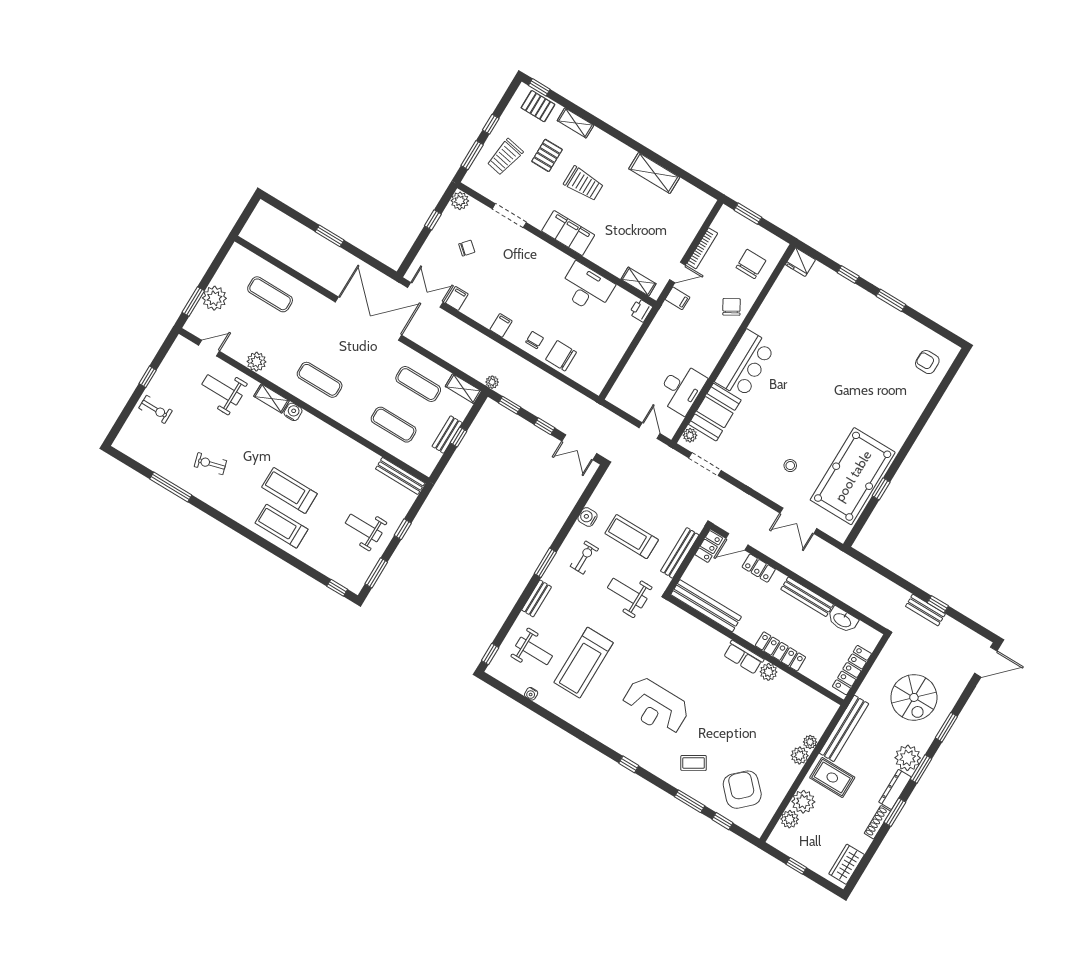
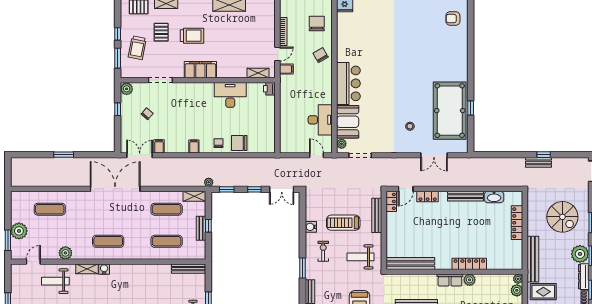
bench: (706, 606) -> (410, 263), moved
wall: (755, 650) -> (454, 272), moved
locker: (780, 651) -> (469, 264), moved
row of seats: (744, 657) -> (450, 280), moved
plant: (768, 672) -> (470, 280), moved

